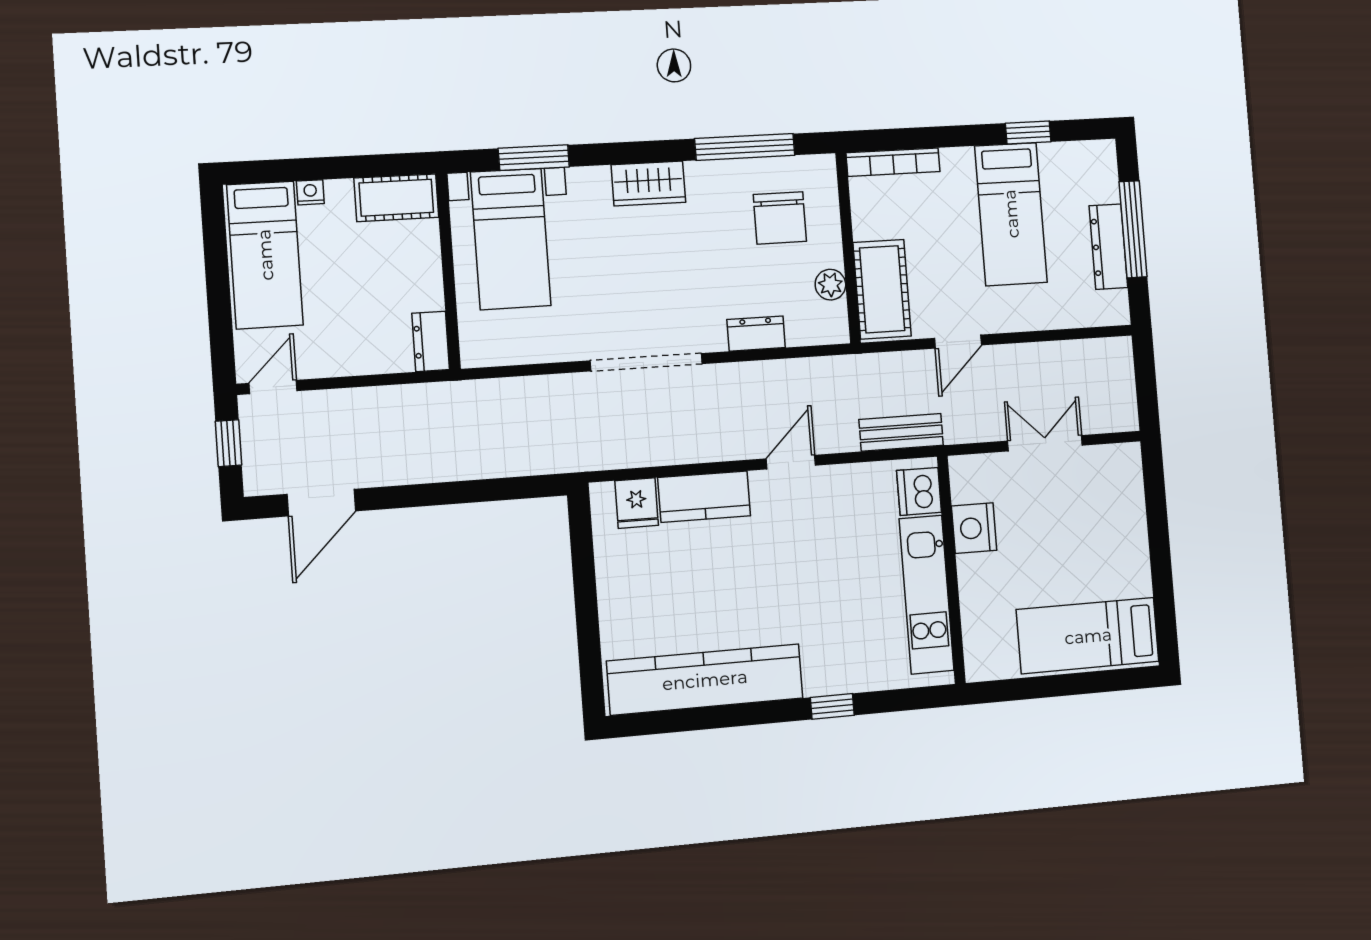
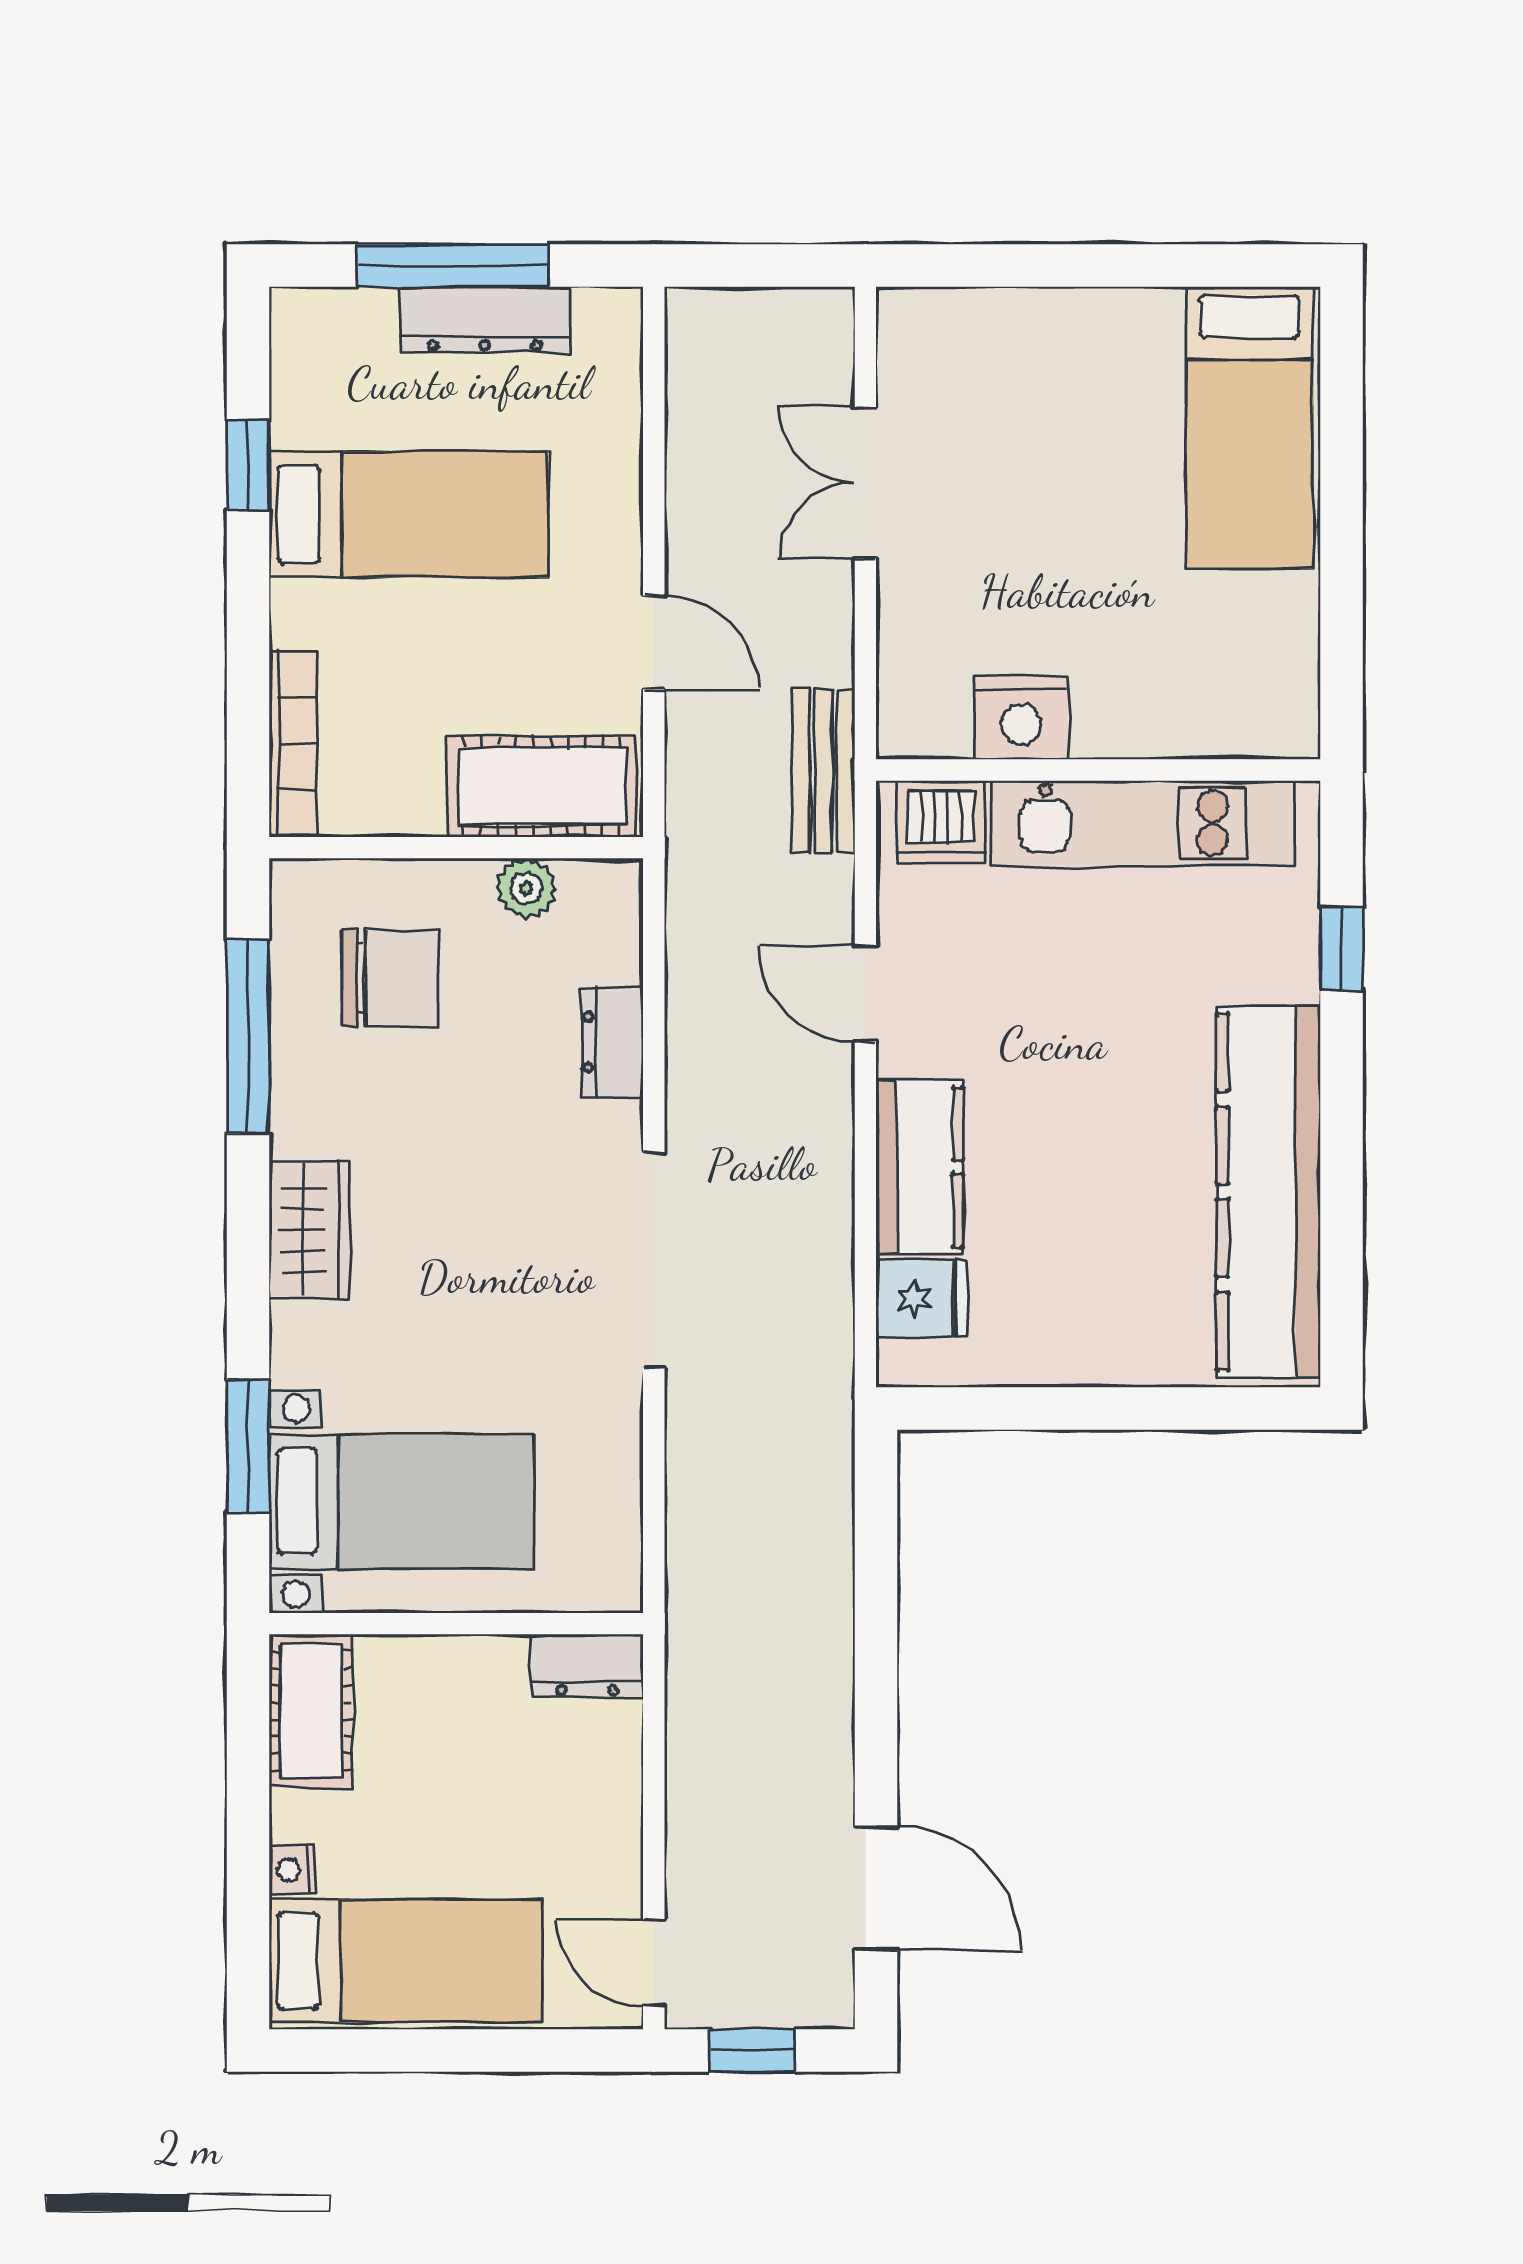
dishwasher: (919, 491) -> (941, 822), moved
nightstand: (974, 528) -> (1021, 718), moved
wall: (951, 570) -> (1098, 770), moved
kitchen unit: (926, 595) -> (1142, 823), moved

